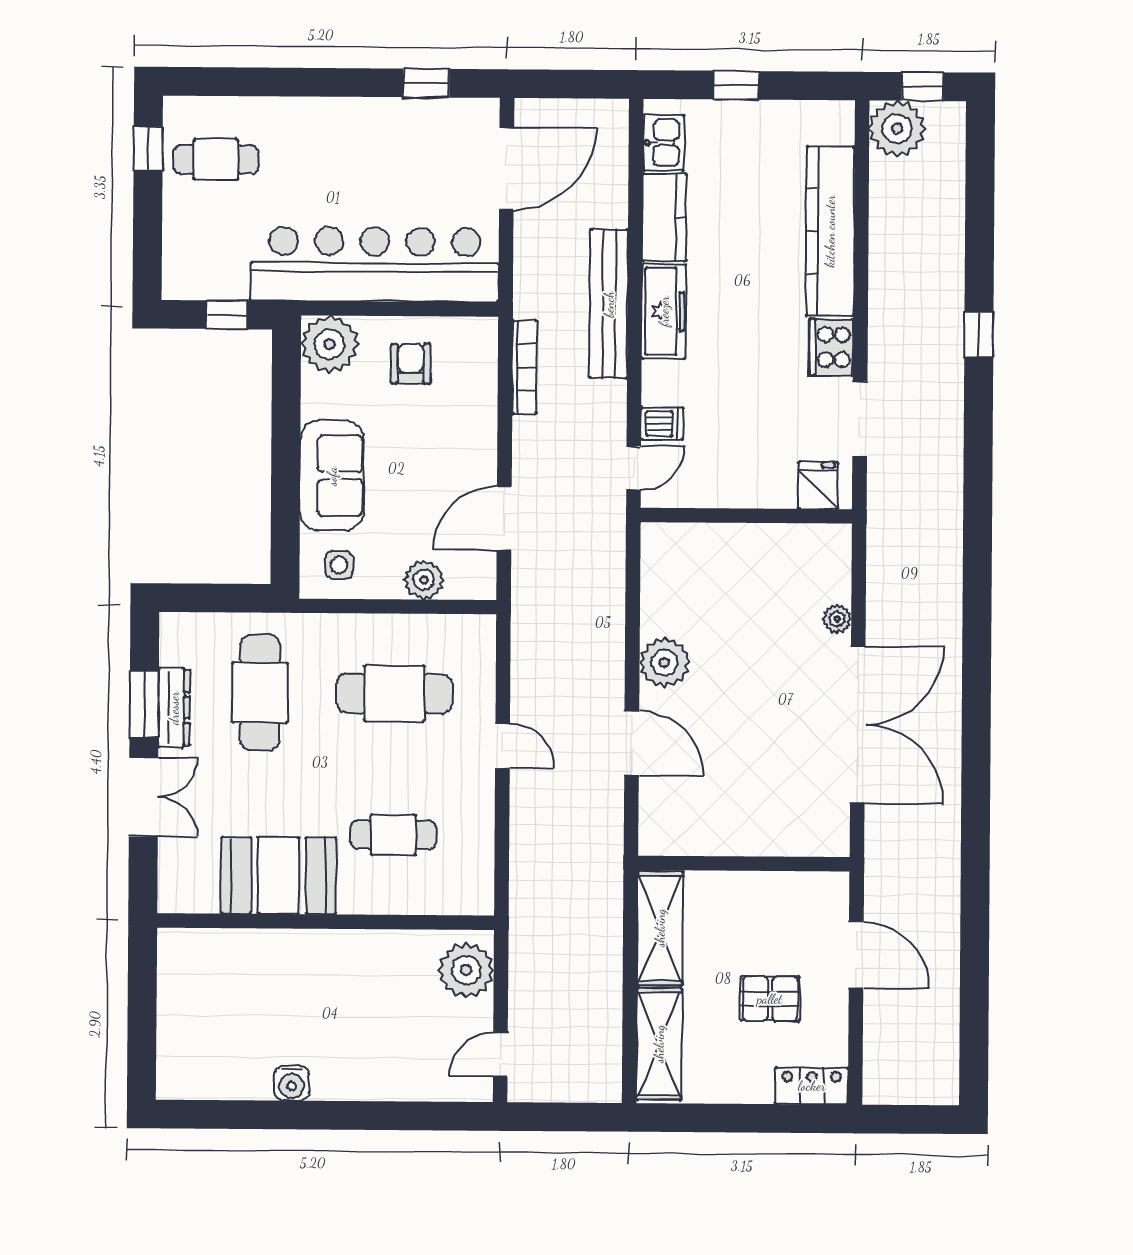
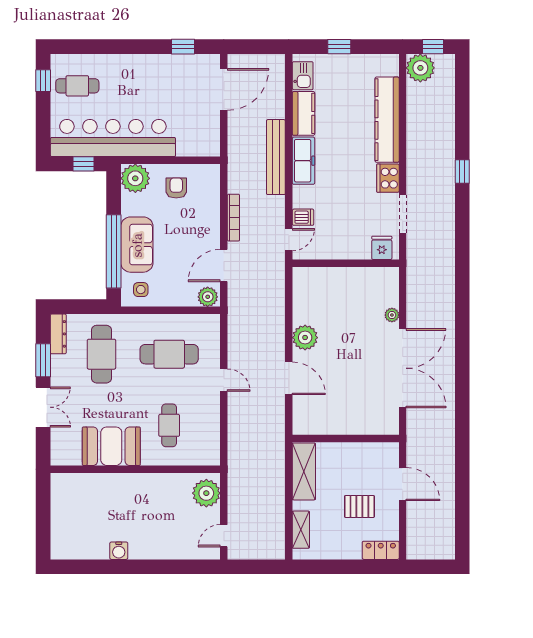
bar counter: (375, 264) -> (113, 138), moved
bookcase: (524, 367) -> (233, 218), moved
window: (286, 489) -> (114, 251), added
plant: (424, 580) -> (208, 297), moved
dresser: (174, 708) -> (58, 334), moved
cafe table: (393, 835) -> (169, 425), turned 90
shelving: (659, 1044) -> (301, 530), width x0.67, depth x0.75

